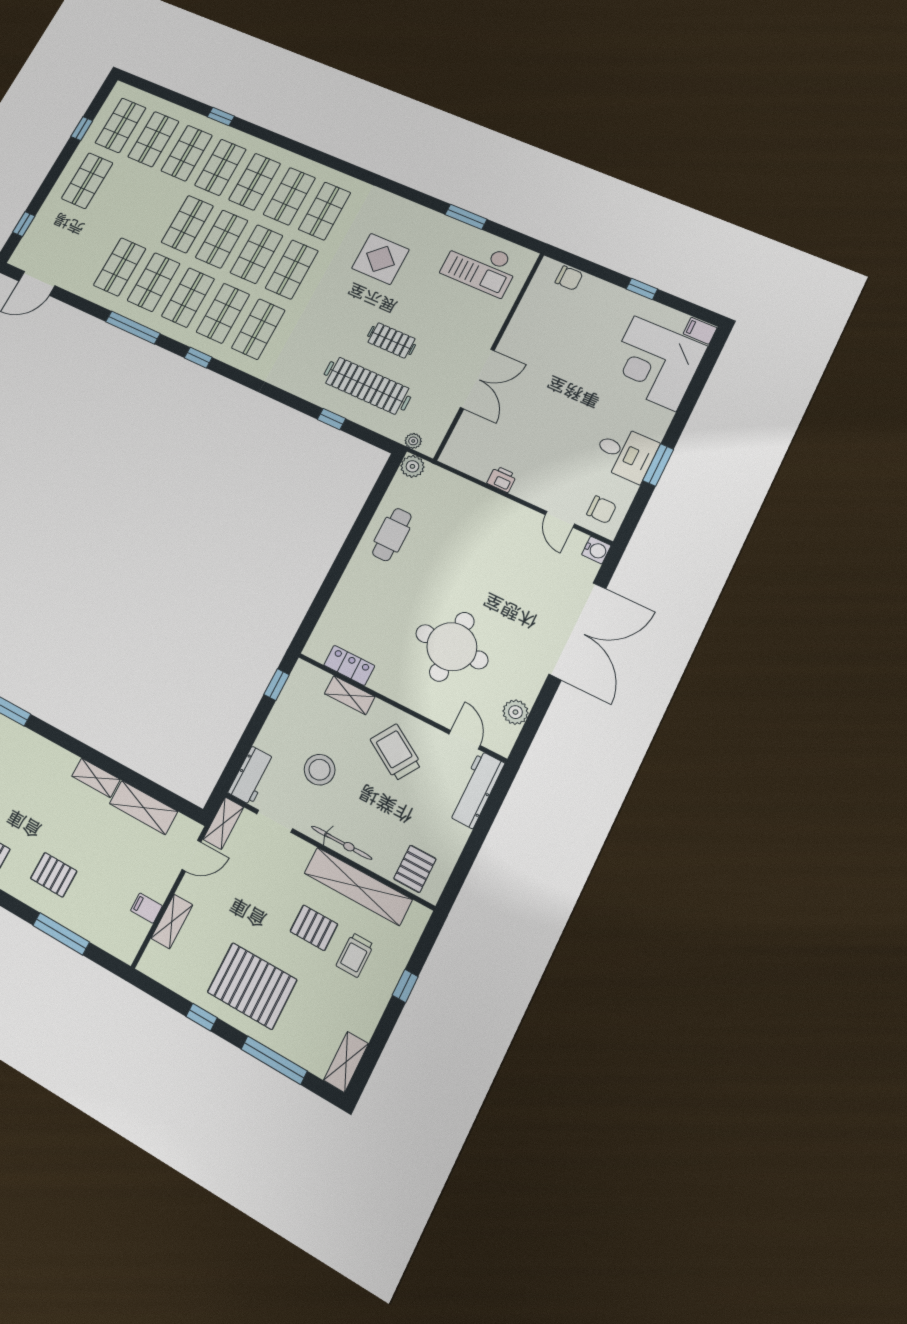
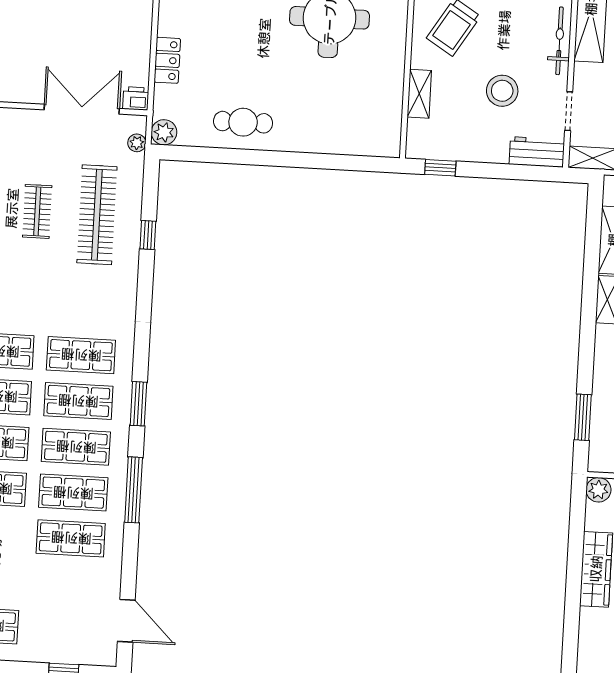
window: (198, 358) -> (138, 404), width x1.50
double door: (477, 379) -> (82, 109), moved
printer: (502, 479) -> (136, 98), moved, turned 90
locker: (349, 665) -> (167, 60), moved, turned 180

